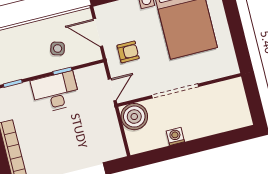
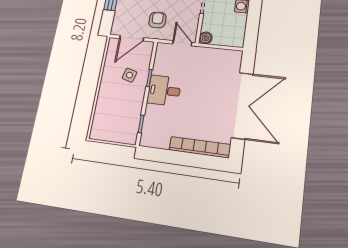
desk: (55, 92) -> (164, 91), width x0.73
boiler: (134, 117) -> (206, 38), width x0.54, depth x0.54

